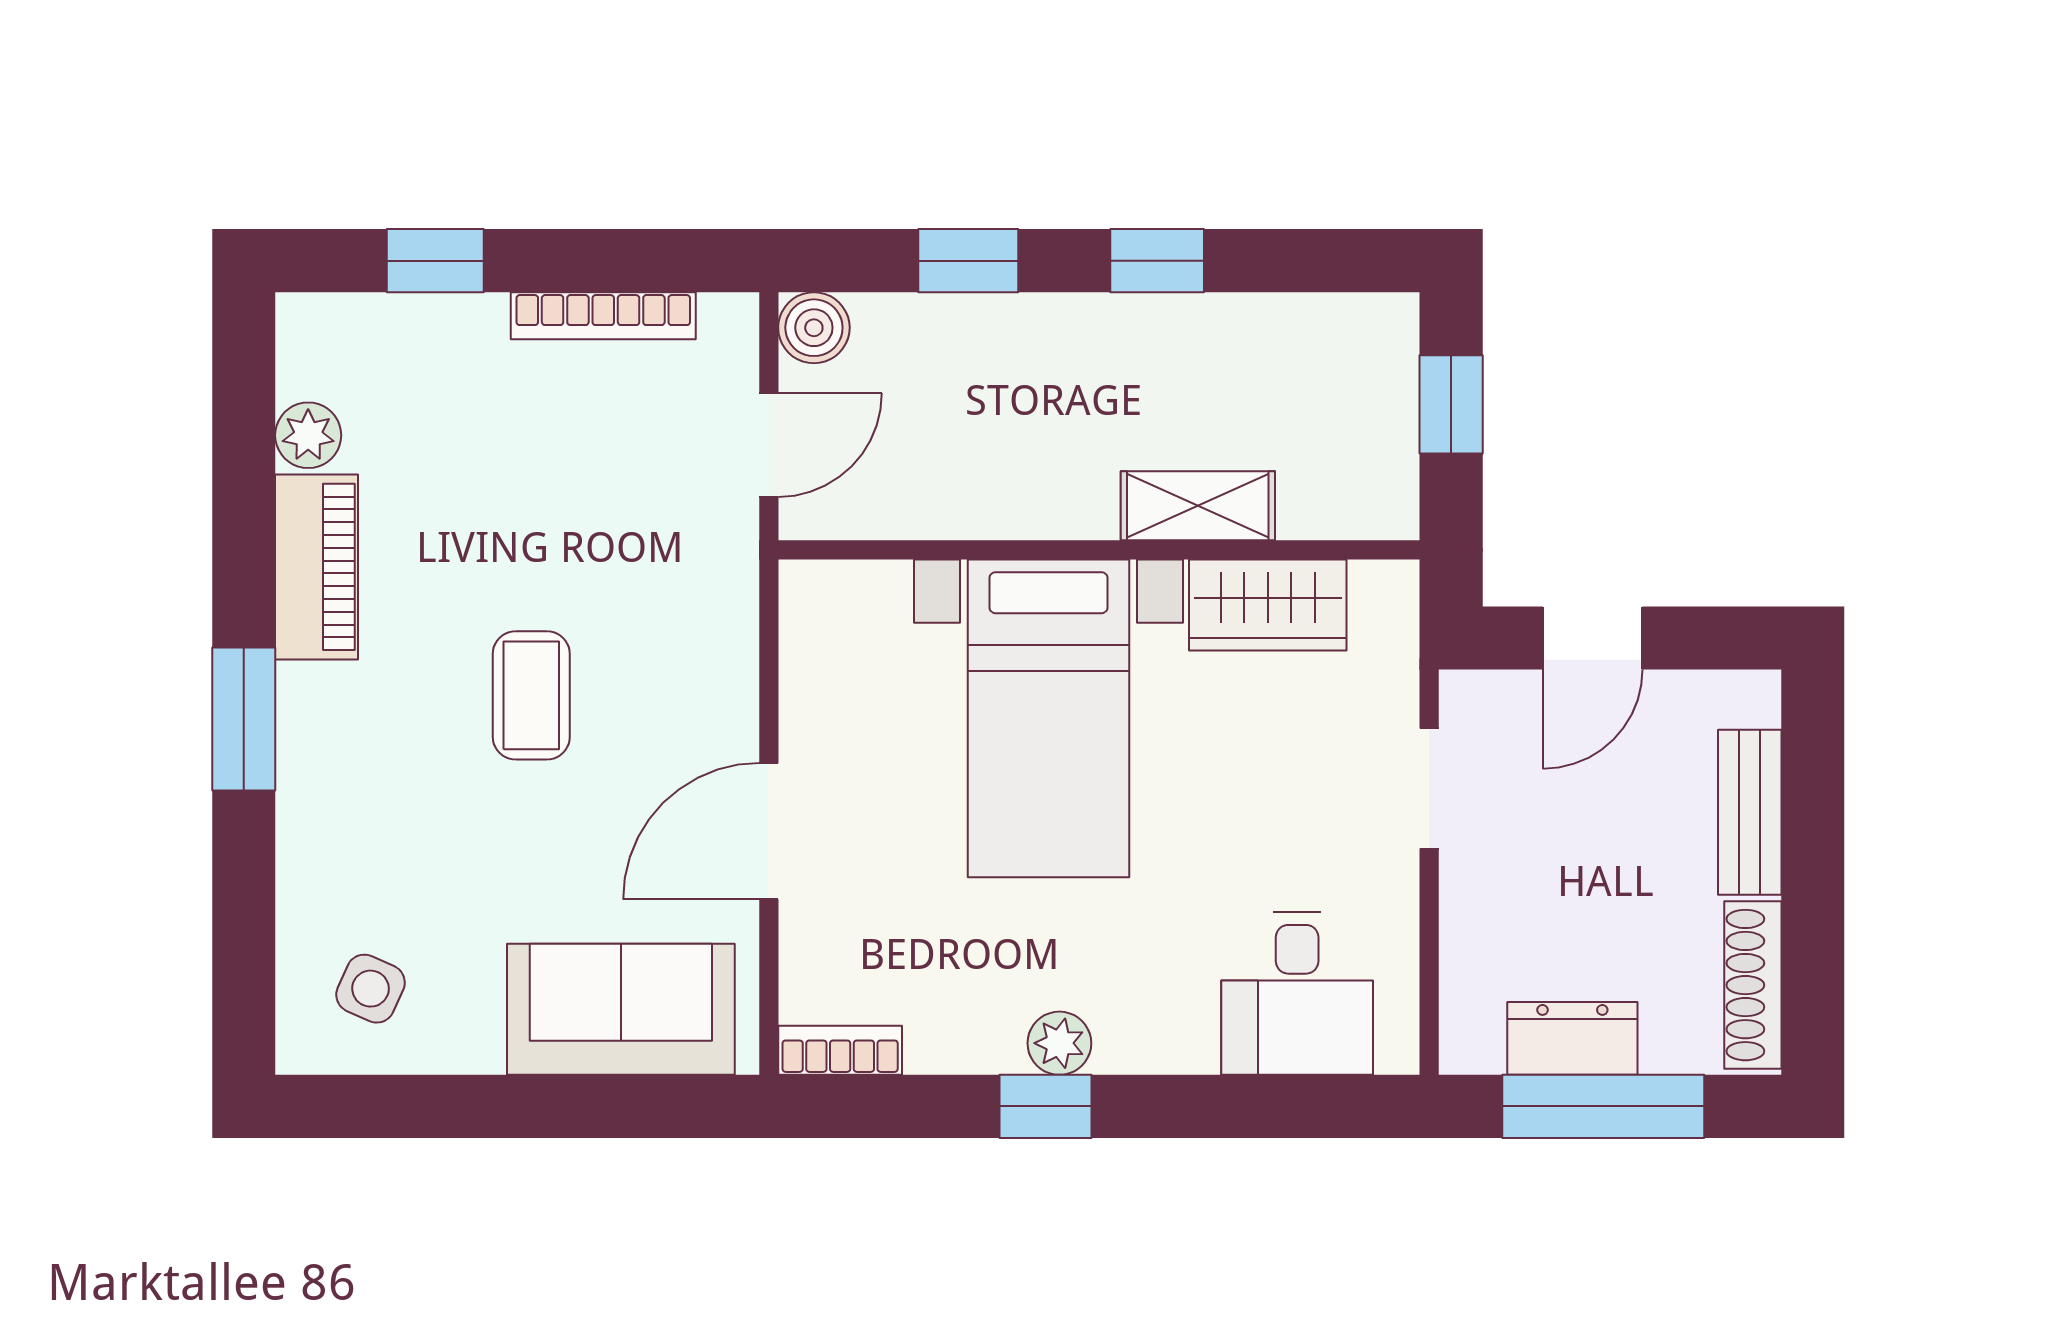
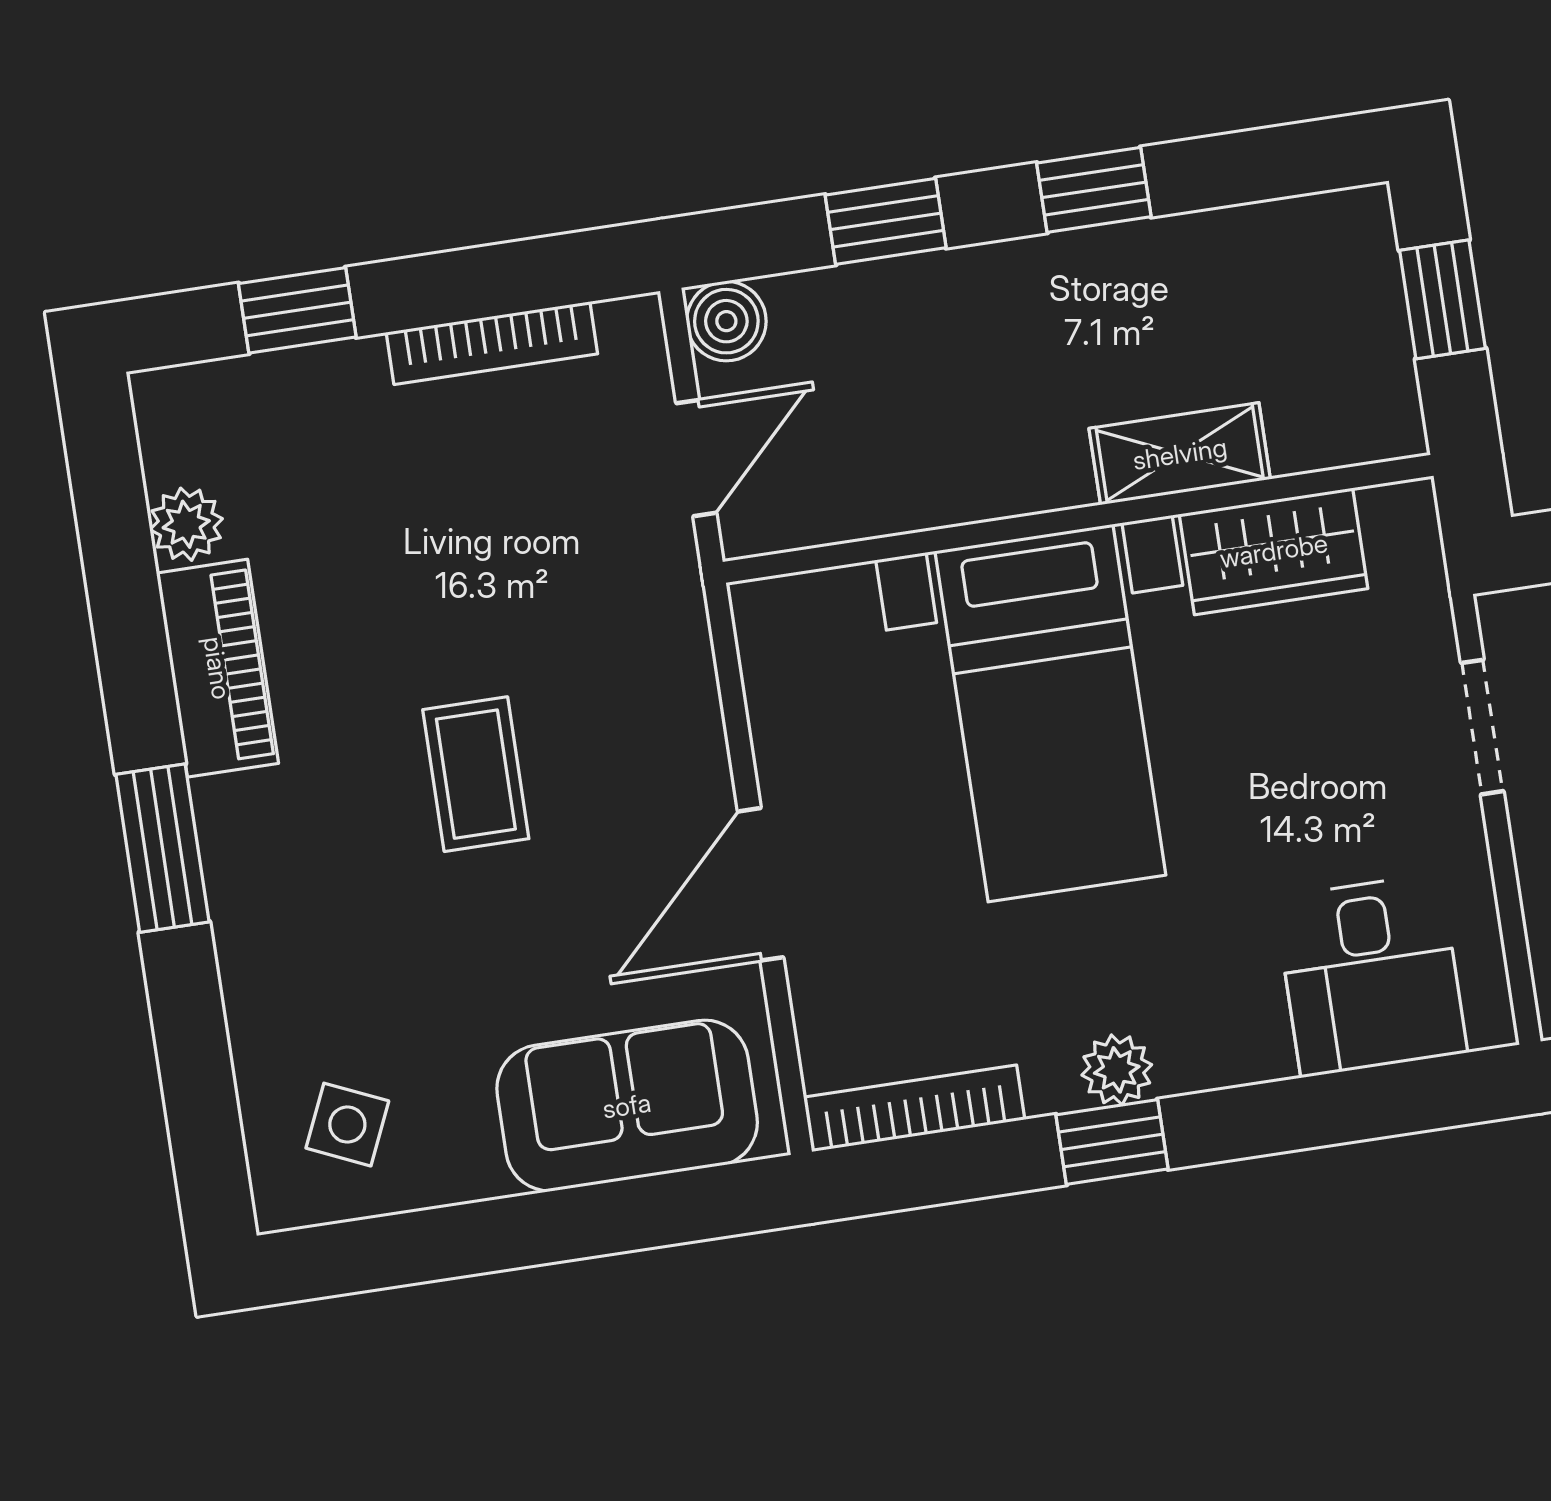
bookcase: (840, 1050) -> (914, 1108), width x1.56

